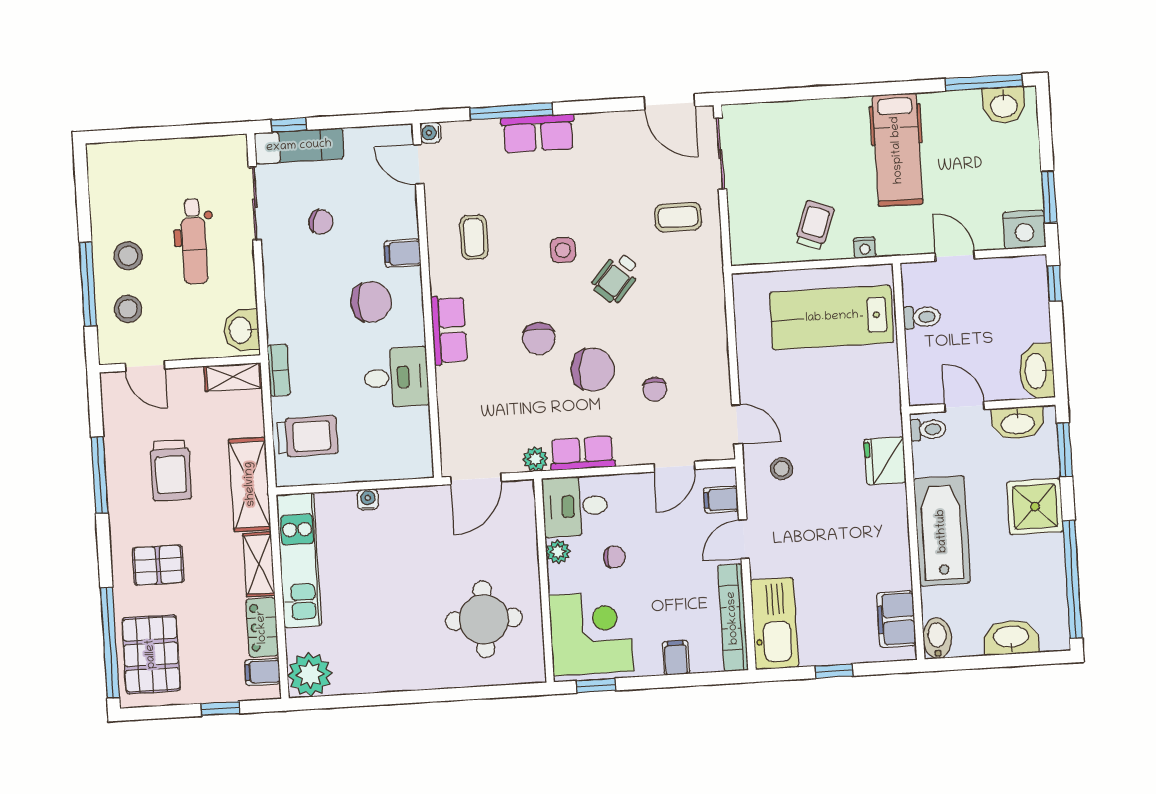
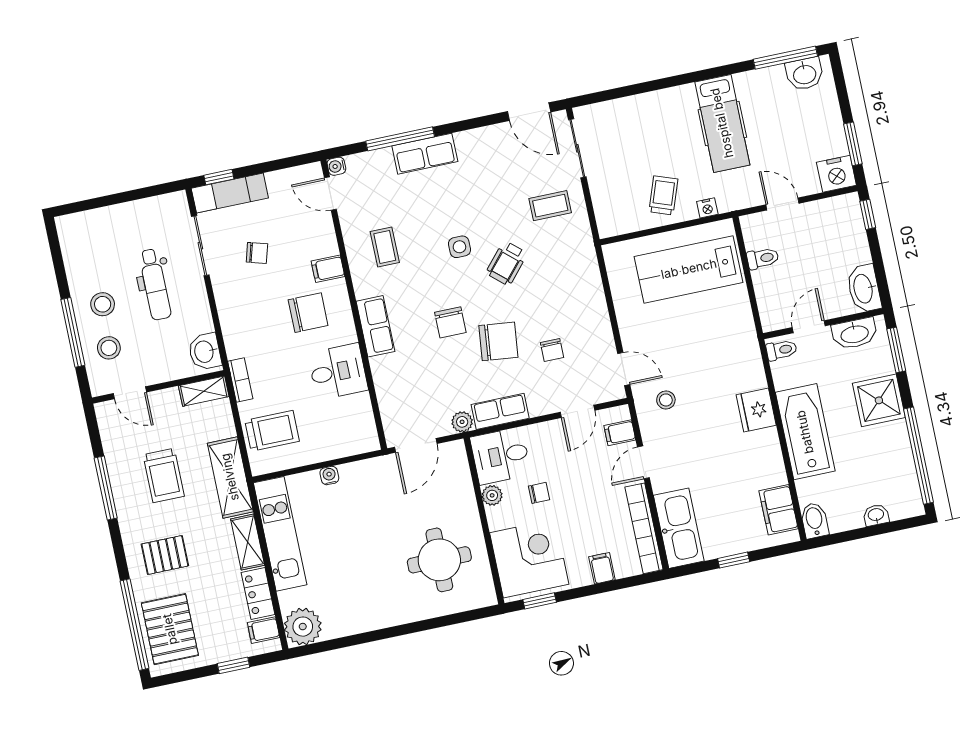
door: (964, 407) -> (809, 327), hinge flipped
fridge: (885, 461) -> (756, 410), moved
washbasin: (1011, 637) -> (876, 515), width x0.52, depth x0.69

